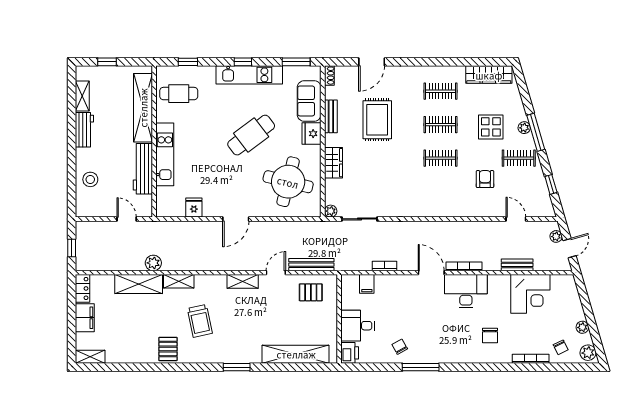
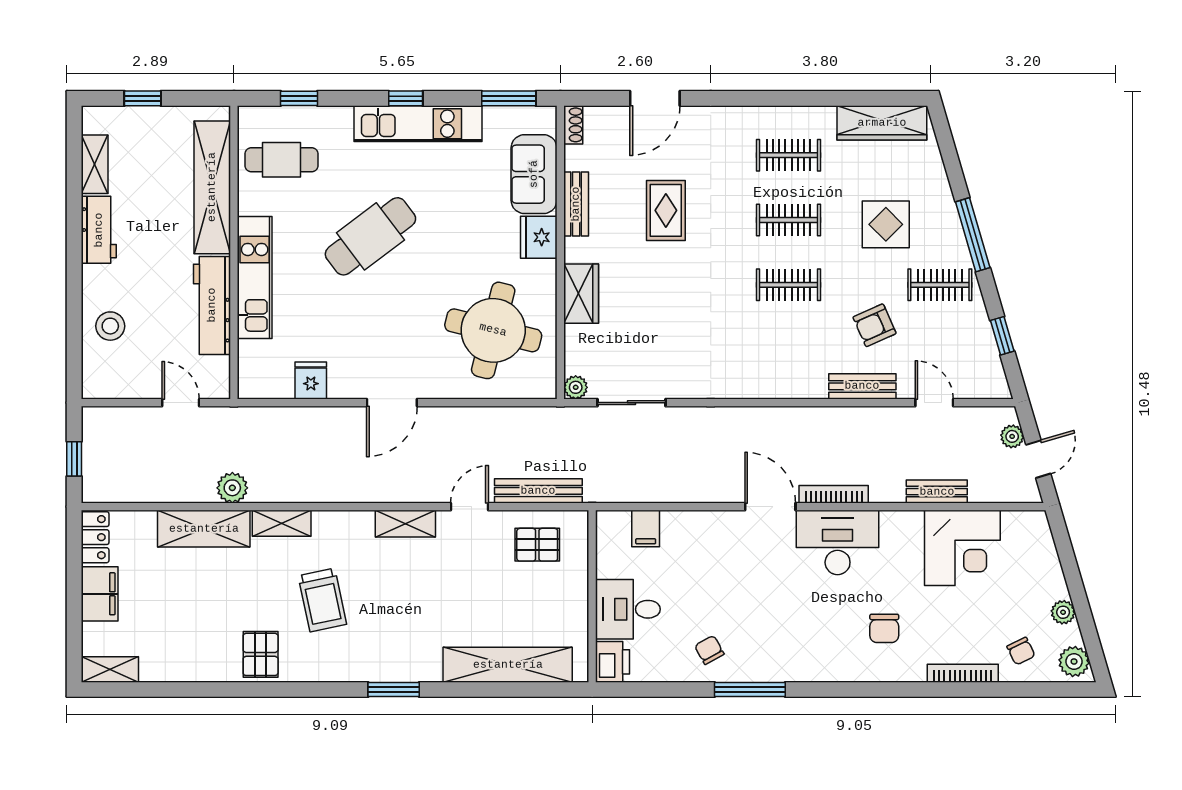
rug: (377, 120) -> (666, 210), width x0.73, depth x0.70
plant: (524, 128) -> (950, 226), removed
cafe table: (251, 135) -> (370, 236), moved
armchair: (485, 179) -> (875, 325), turned -114
bench: (479, 211) -> (862, 386), added
bookcase: (384, 266) -> (680, 494), removed

